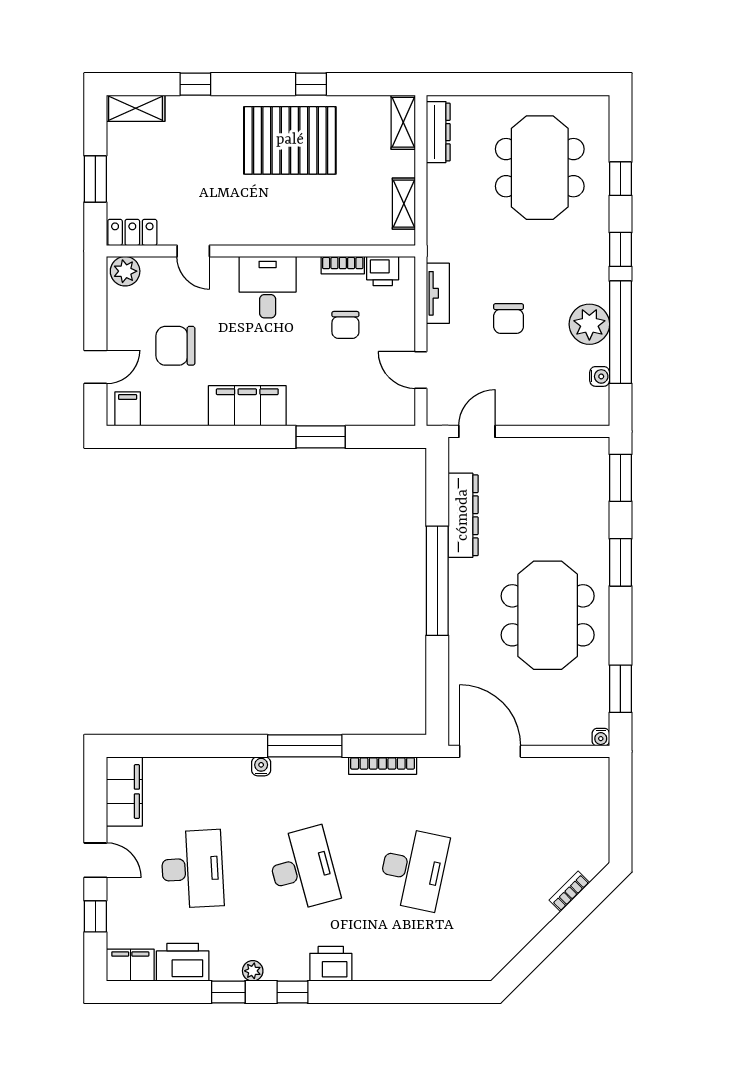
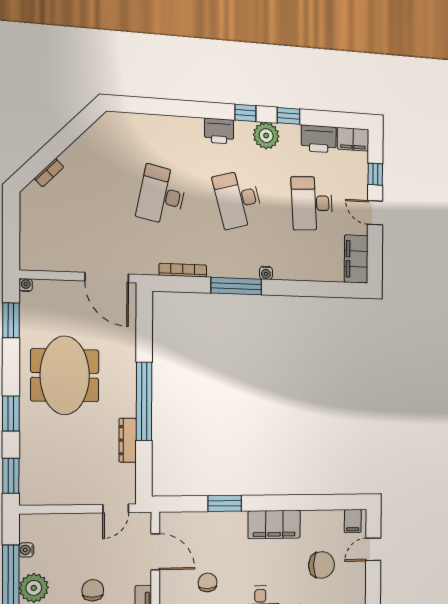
door: (421, 370) -> (155, 552), width x1.38
dresser: (463, 515) -> (128, 440), width x0.73, depth x0.80
plant: (253, 971) -> (266, 136), width x1.87, depth x1.87

